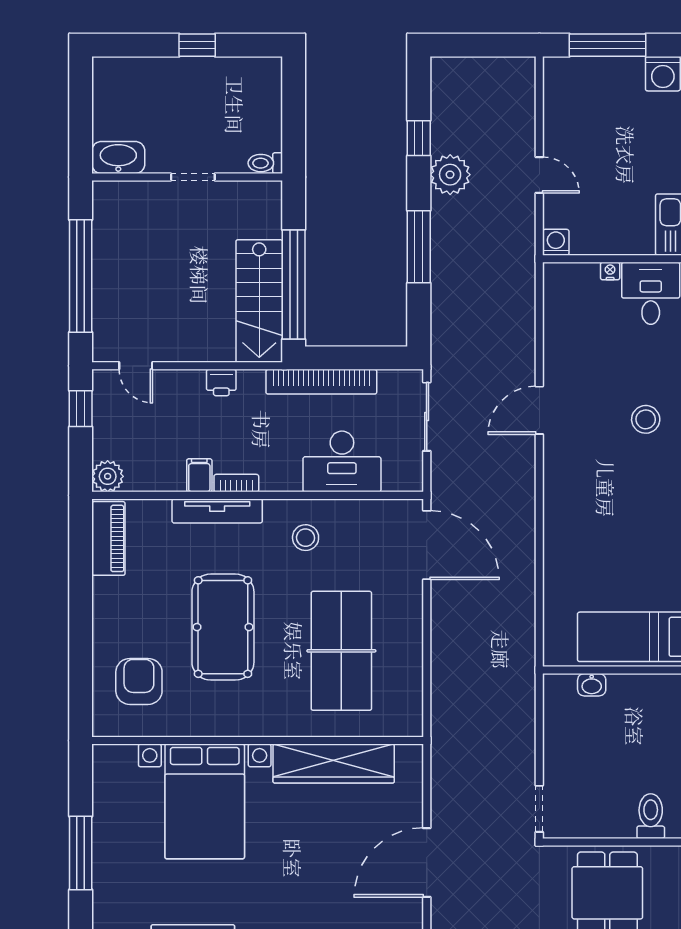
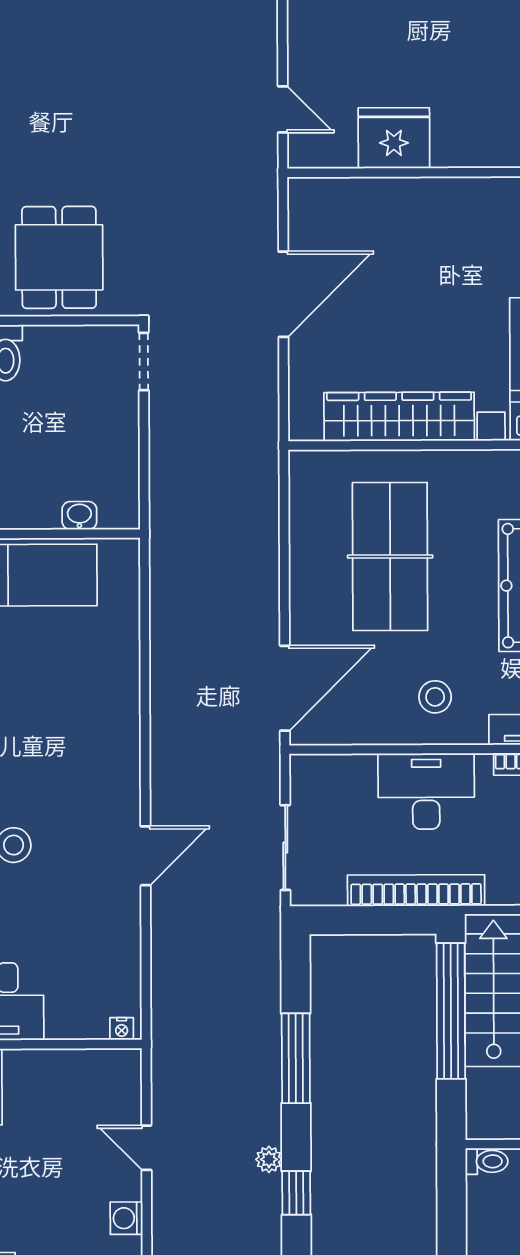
plant: (450, 175) -> (269, 1159), width x0.53, depth x0.53
washing machine: (556, 242) -> (126, 1218), moved, turned 90
nightstand: (610, 271) -> (122, 1029), moved
desk: (342, 461) -> (426, 791), moved
door: (427, 545) -> (285, 688), swing flipped

